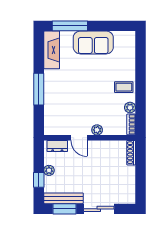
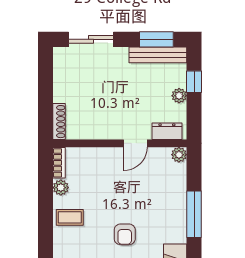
armchair: (86, 75) -> (125, 234), added
plant: (97, 130) -> (179, 155), moved
door: (79, 138) -> (135, 143), swing flipped
sliding door: (99, 209) -> (91, 39), moved

